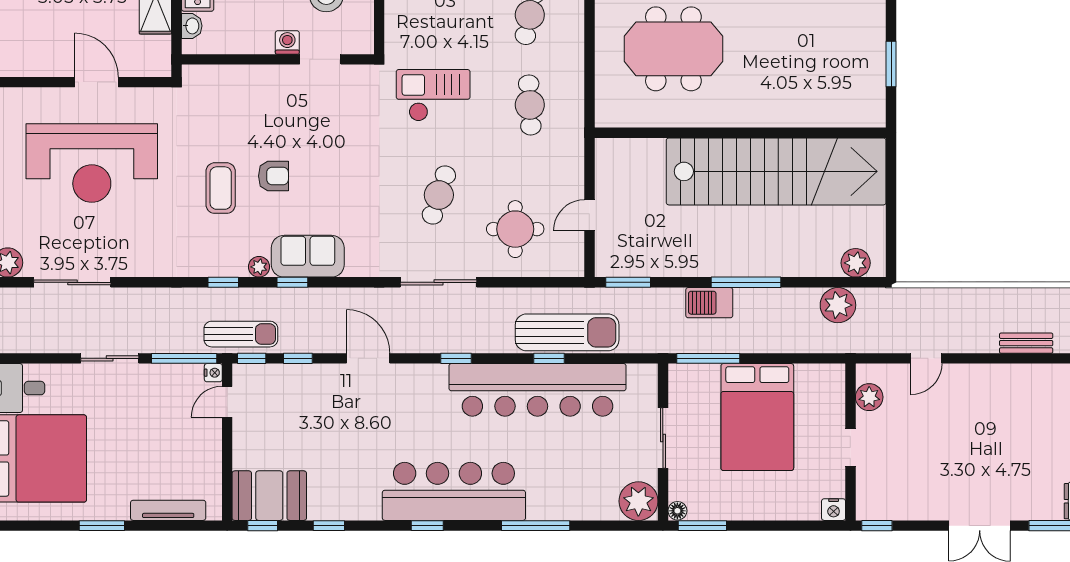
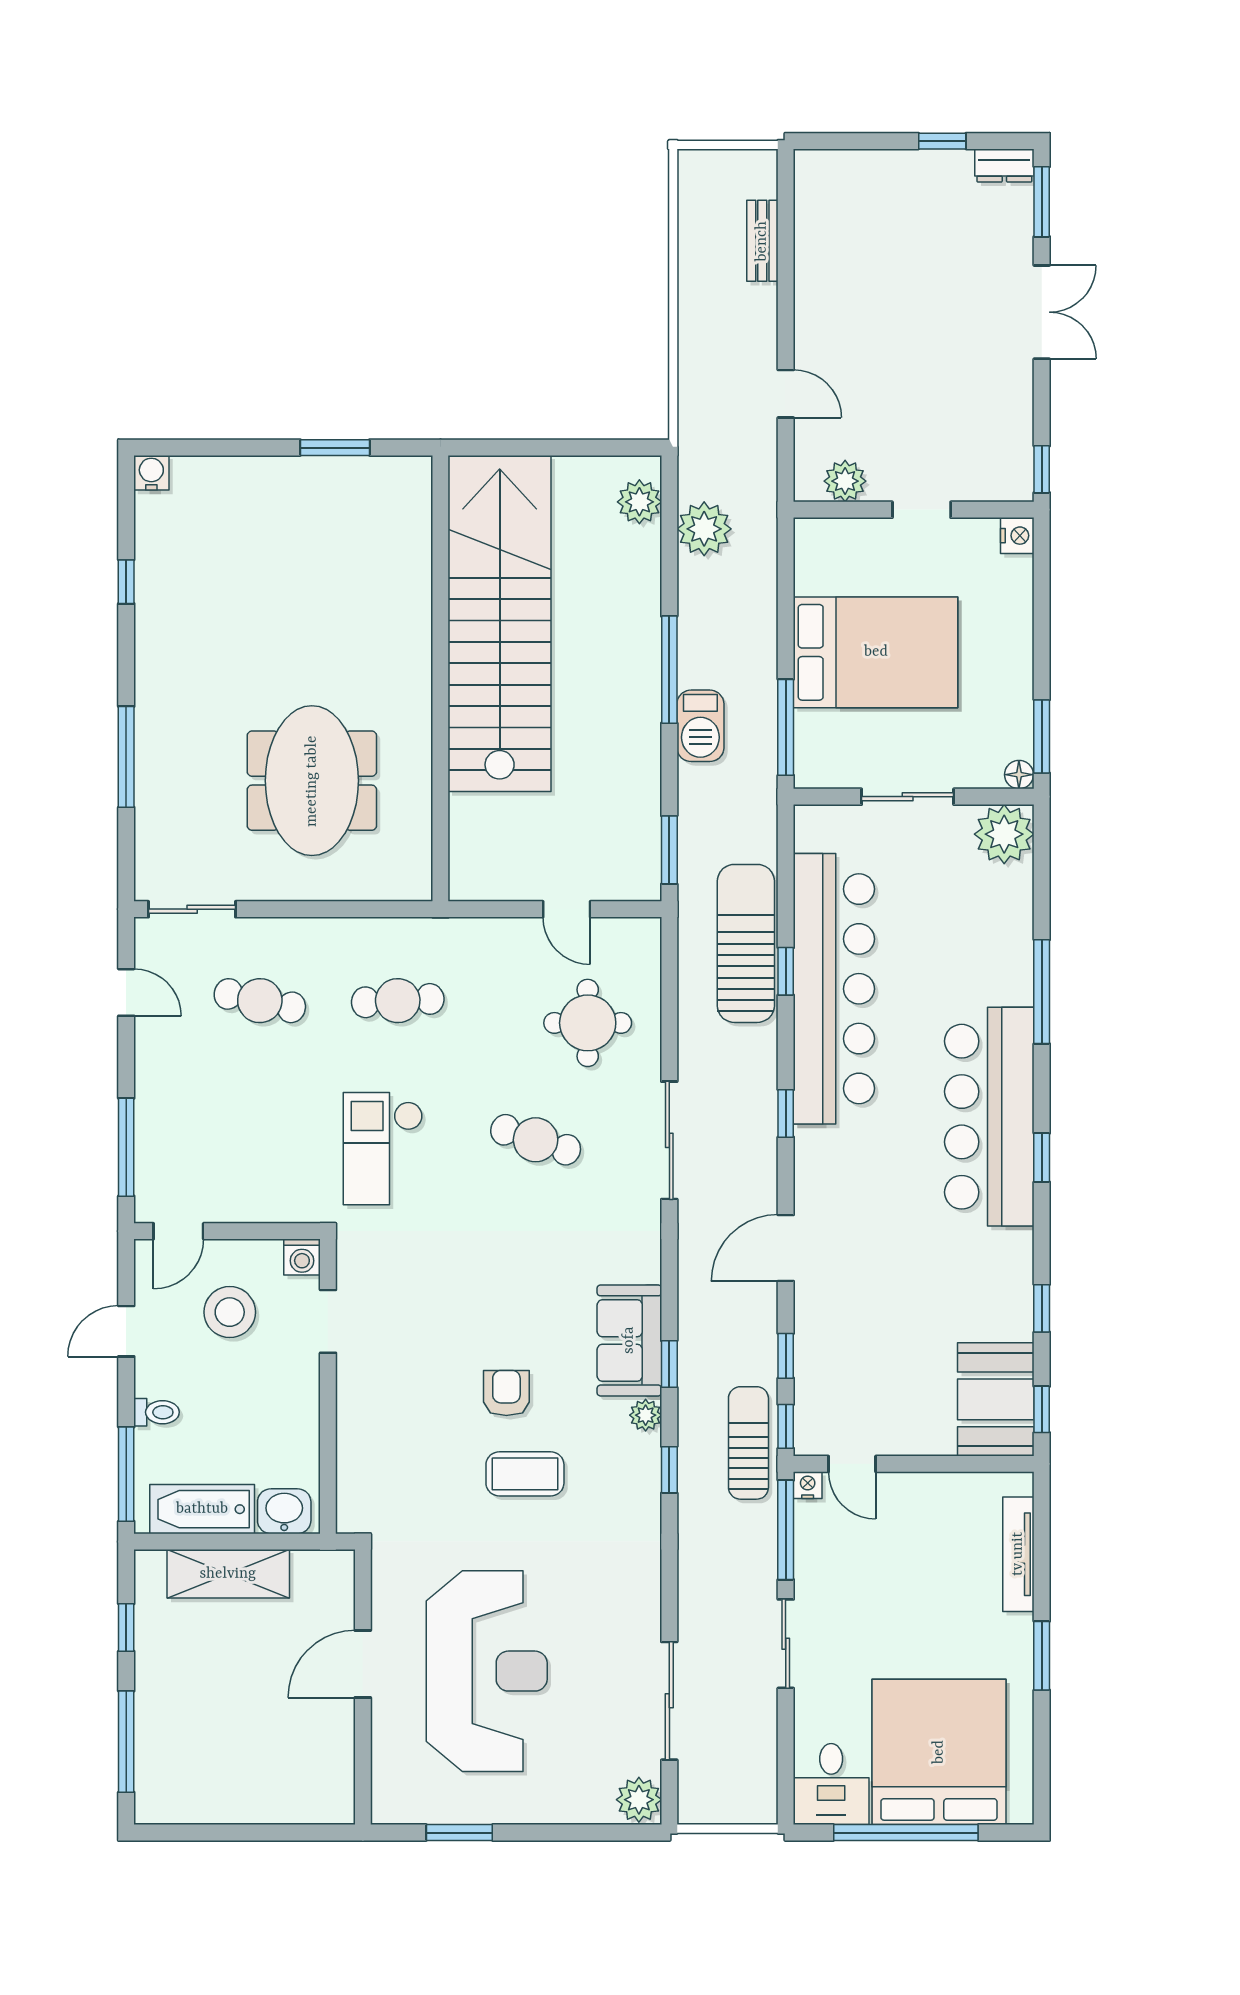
washbasin: (192, 26) -> (284, 1511), width x1.38, depth x1.45
washing machine: (287, 42) -> (302, 1257), moved, turned -90

